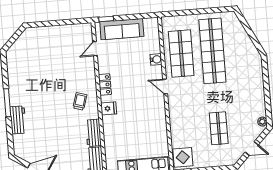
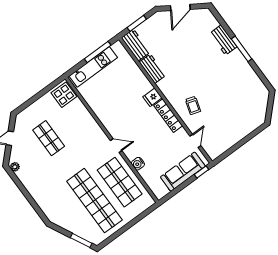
window: (245, 24) -> (81, 240), added
locker: (105, 85) -> (168, 116), width x1.53
trolley: (80, 101) -> (193, 105), moved

